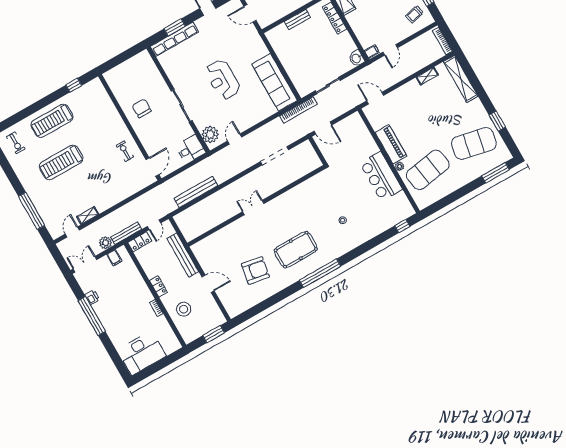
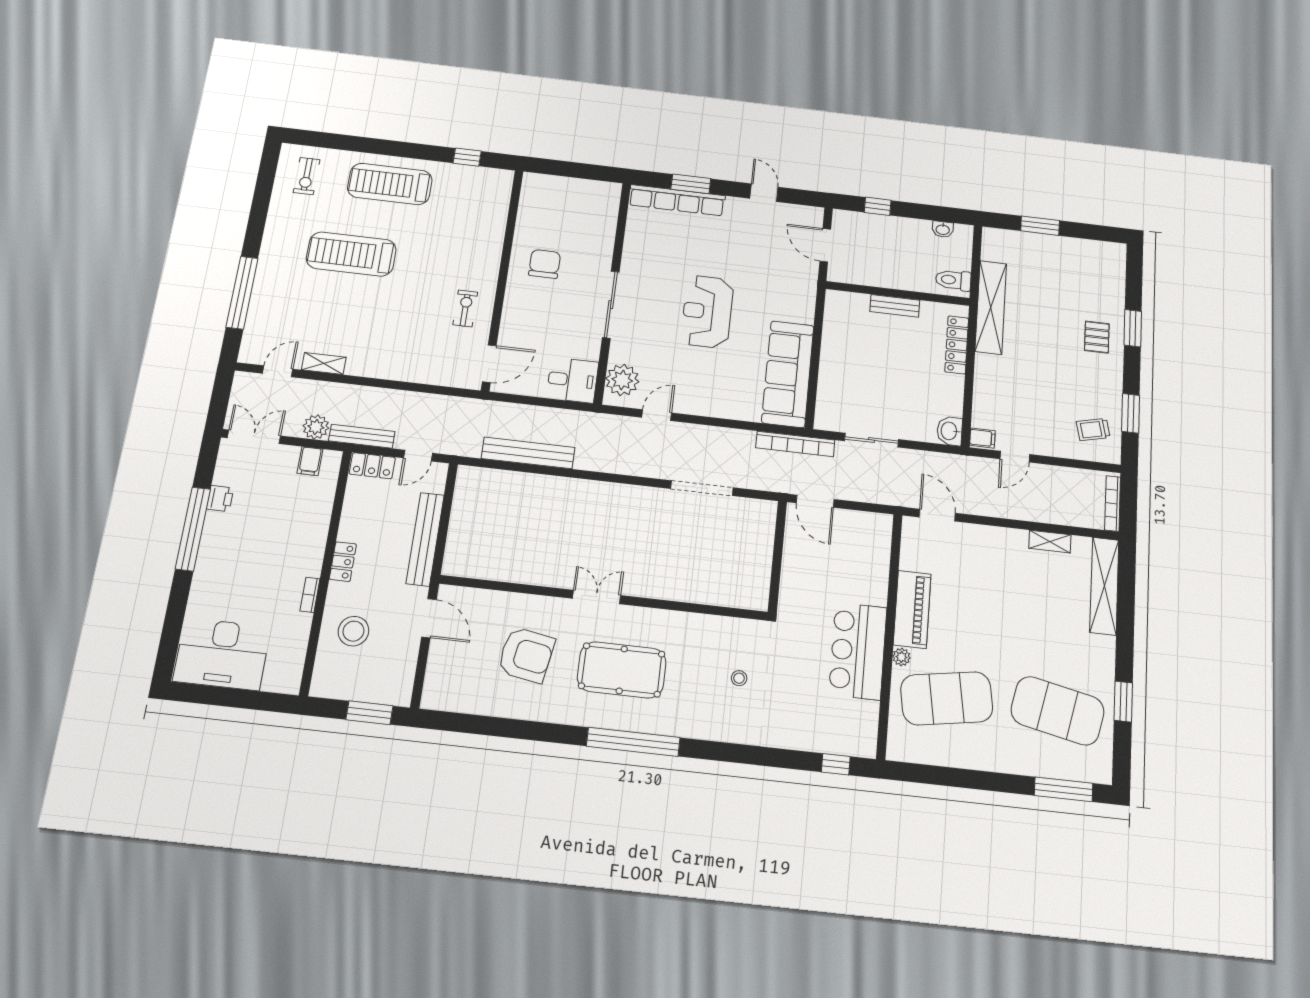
wall: (256, 206) -> (604, 598), moved
double door: (253, 208) -> (597, 597), moved

